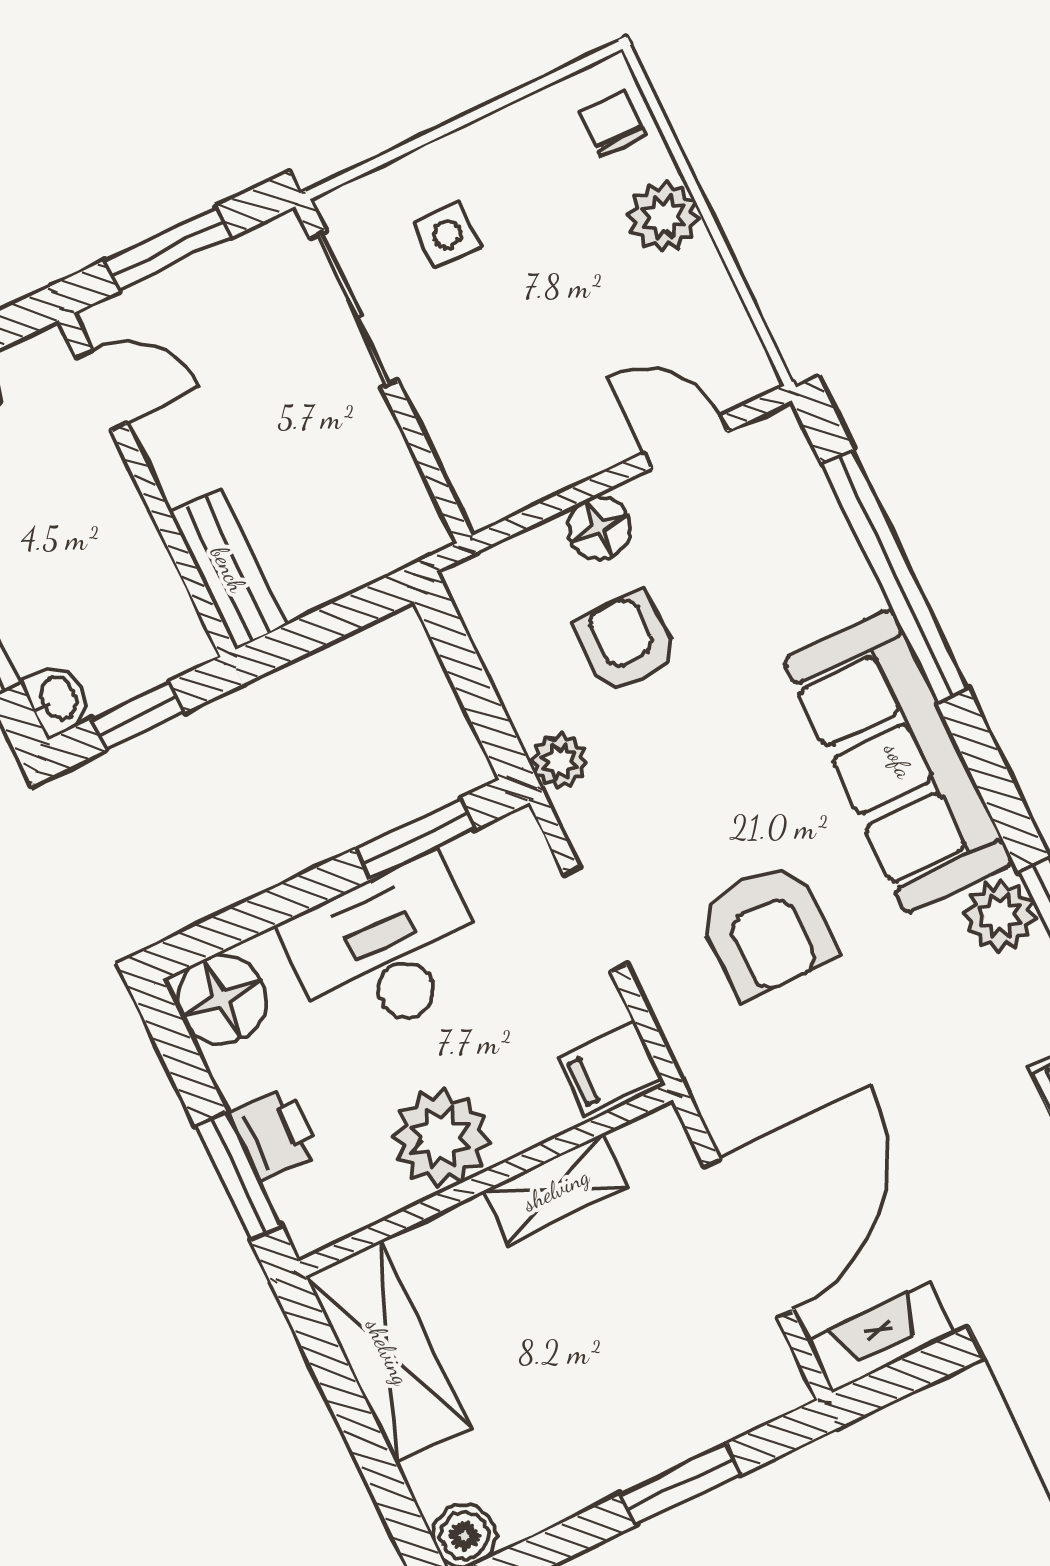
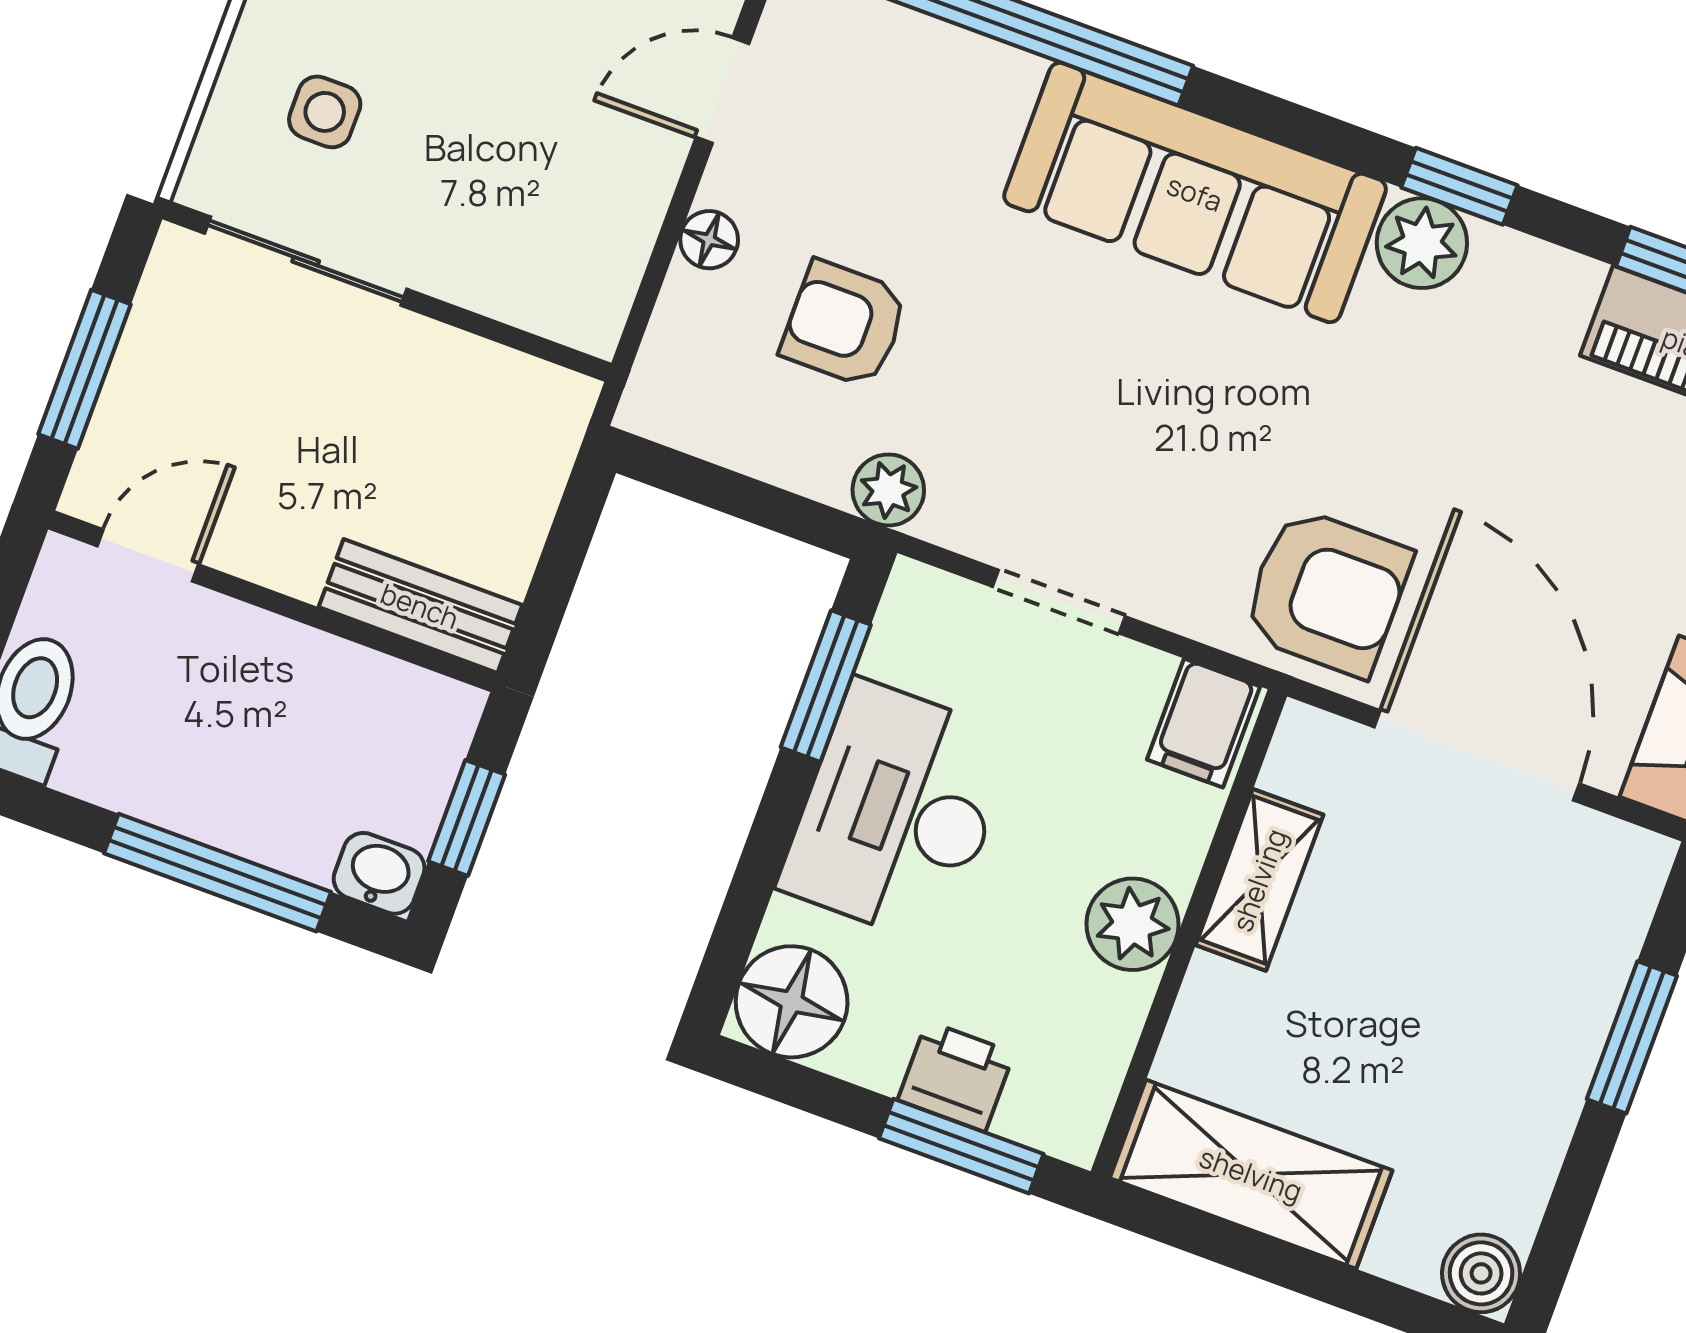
floor lamp: (599, 528) -> (709, 240), width x0.73, depth x0.73
armchair: (766, 930) -> (1327, 592), moved
plant: (441, 1138) -> (1133, 924), width x0.73, depth x0.73

